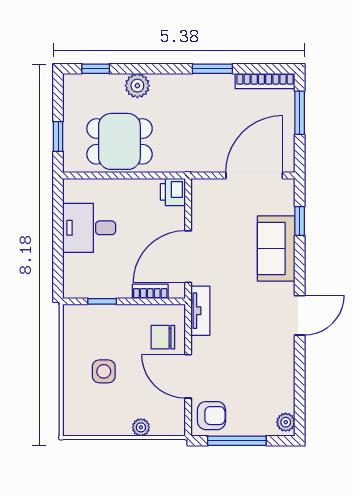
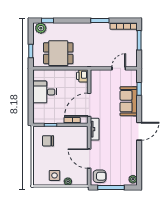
plant: (137, 86) -> (41, 28), moved
door: (254, 175) -> (119, 68), width x0.53
chair: (163, 337) -> (48, 141), moved
side table: (104, 371) -> (55, 175), moved

